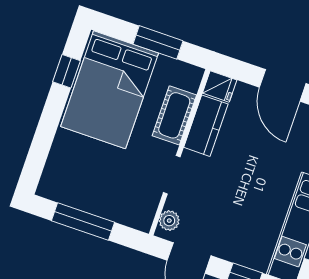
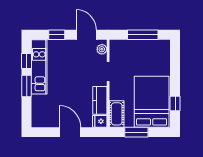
cot: (174, 115) -> (117, 114), moved

